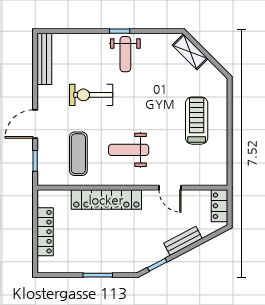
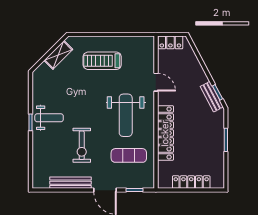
shelving: (190, 52) -> (58, 55), moved
bench: (44, 59) -> (71, 183), moved
weight bench: (129, 150) -> (126, 115), width x1.36, depth x1.33
door: (170, 188) -> (156, 82), hinge flipped
bench: (183, 241) -> (212, 97), moved

